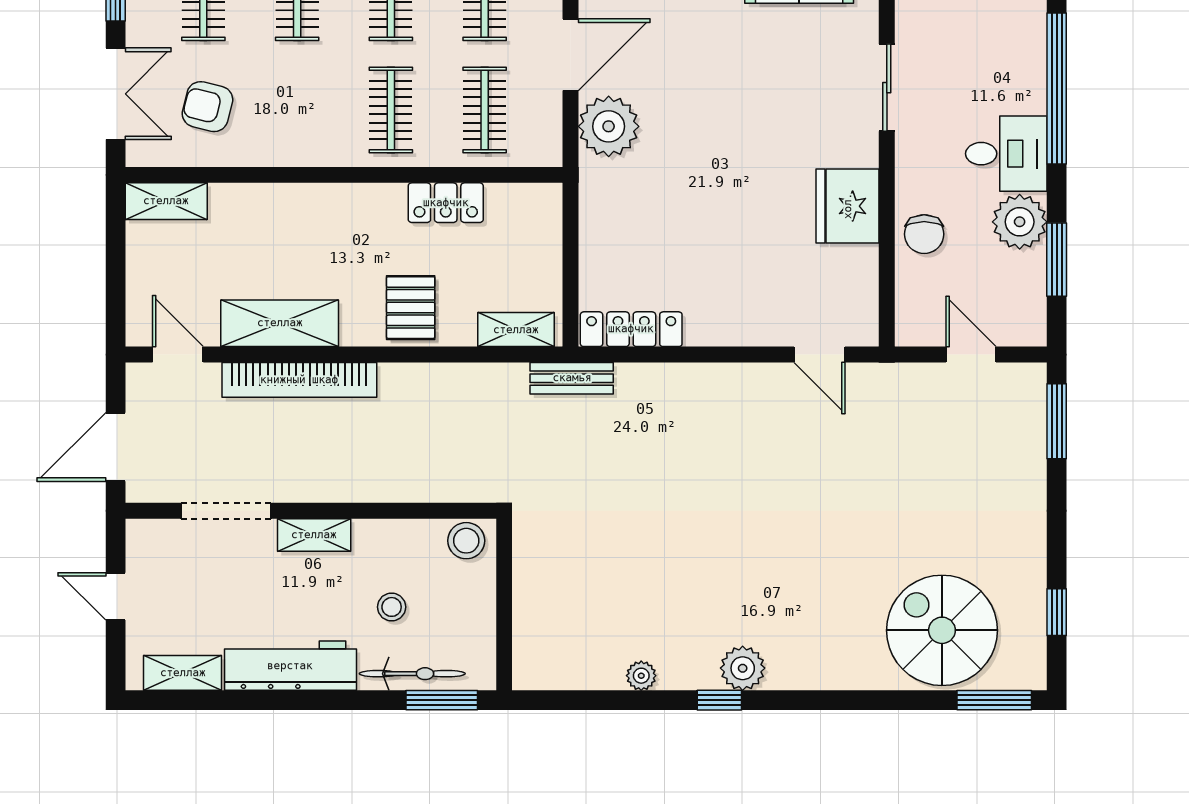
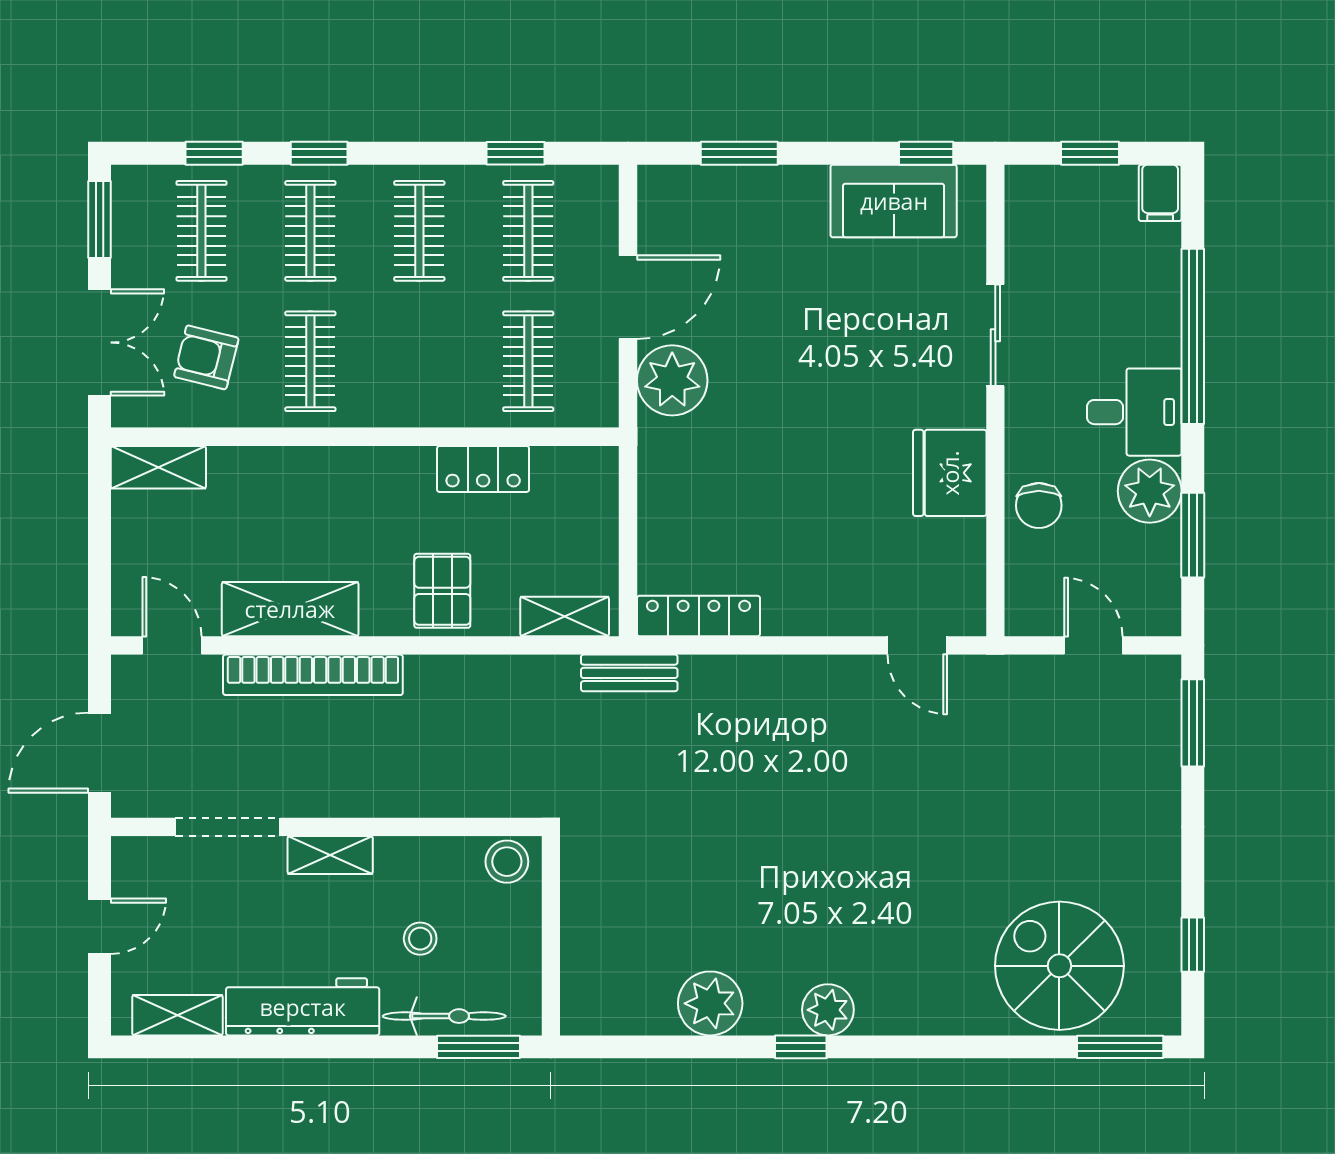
clothes rail: (391, 110) -> (310, 361), moved
door: (116, 596) -> (100, 926), swing flipped
plant: (641, 676) -> (710, 1003), width x1.88, depth x1.88

